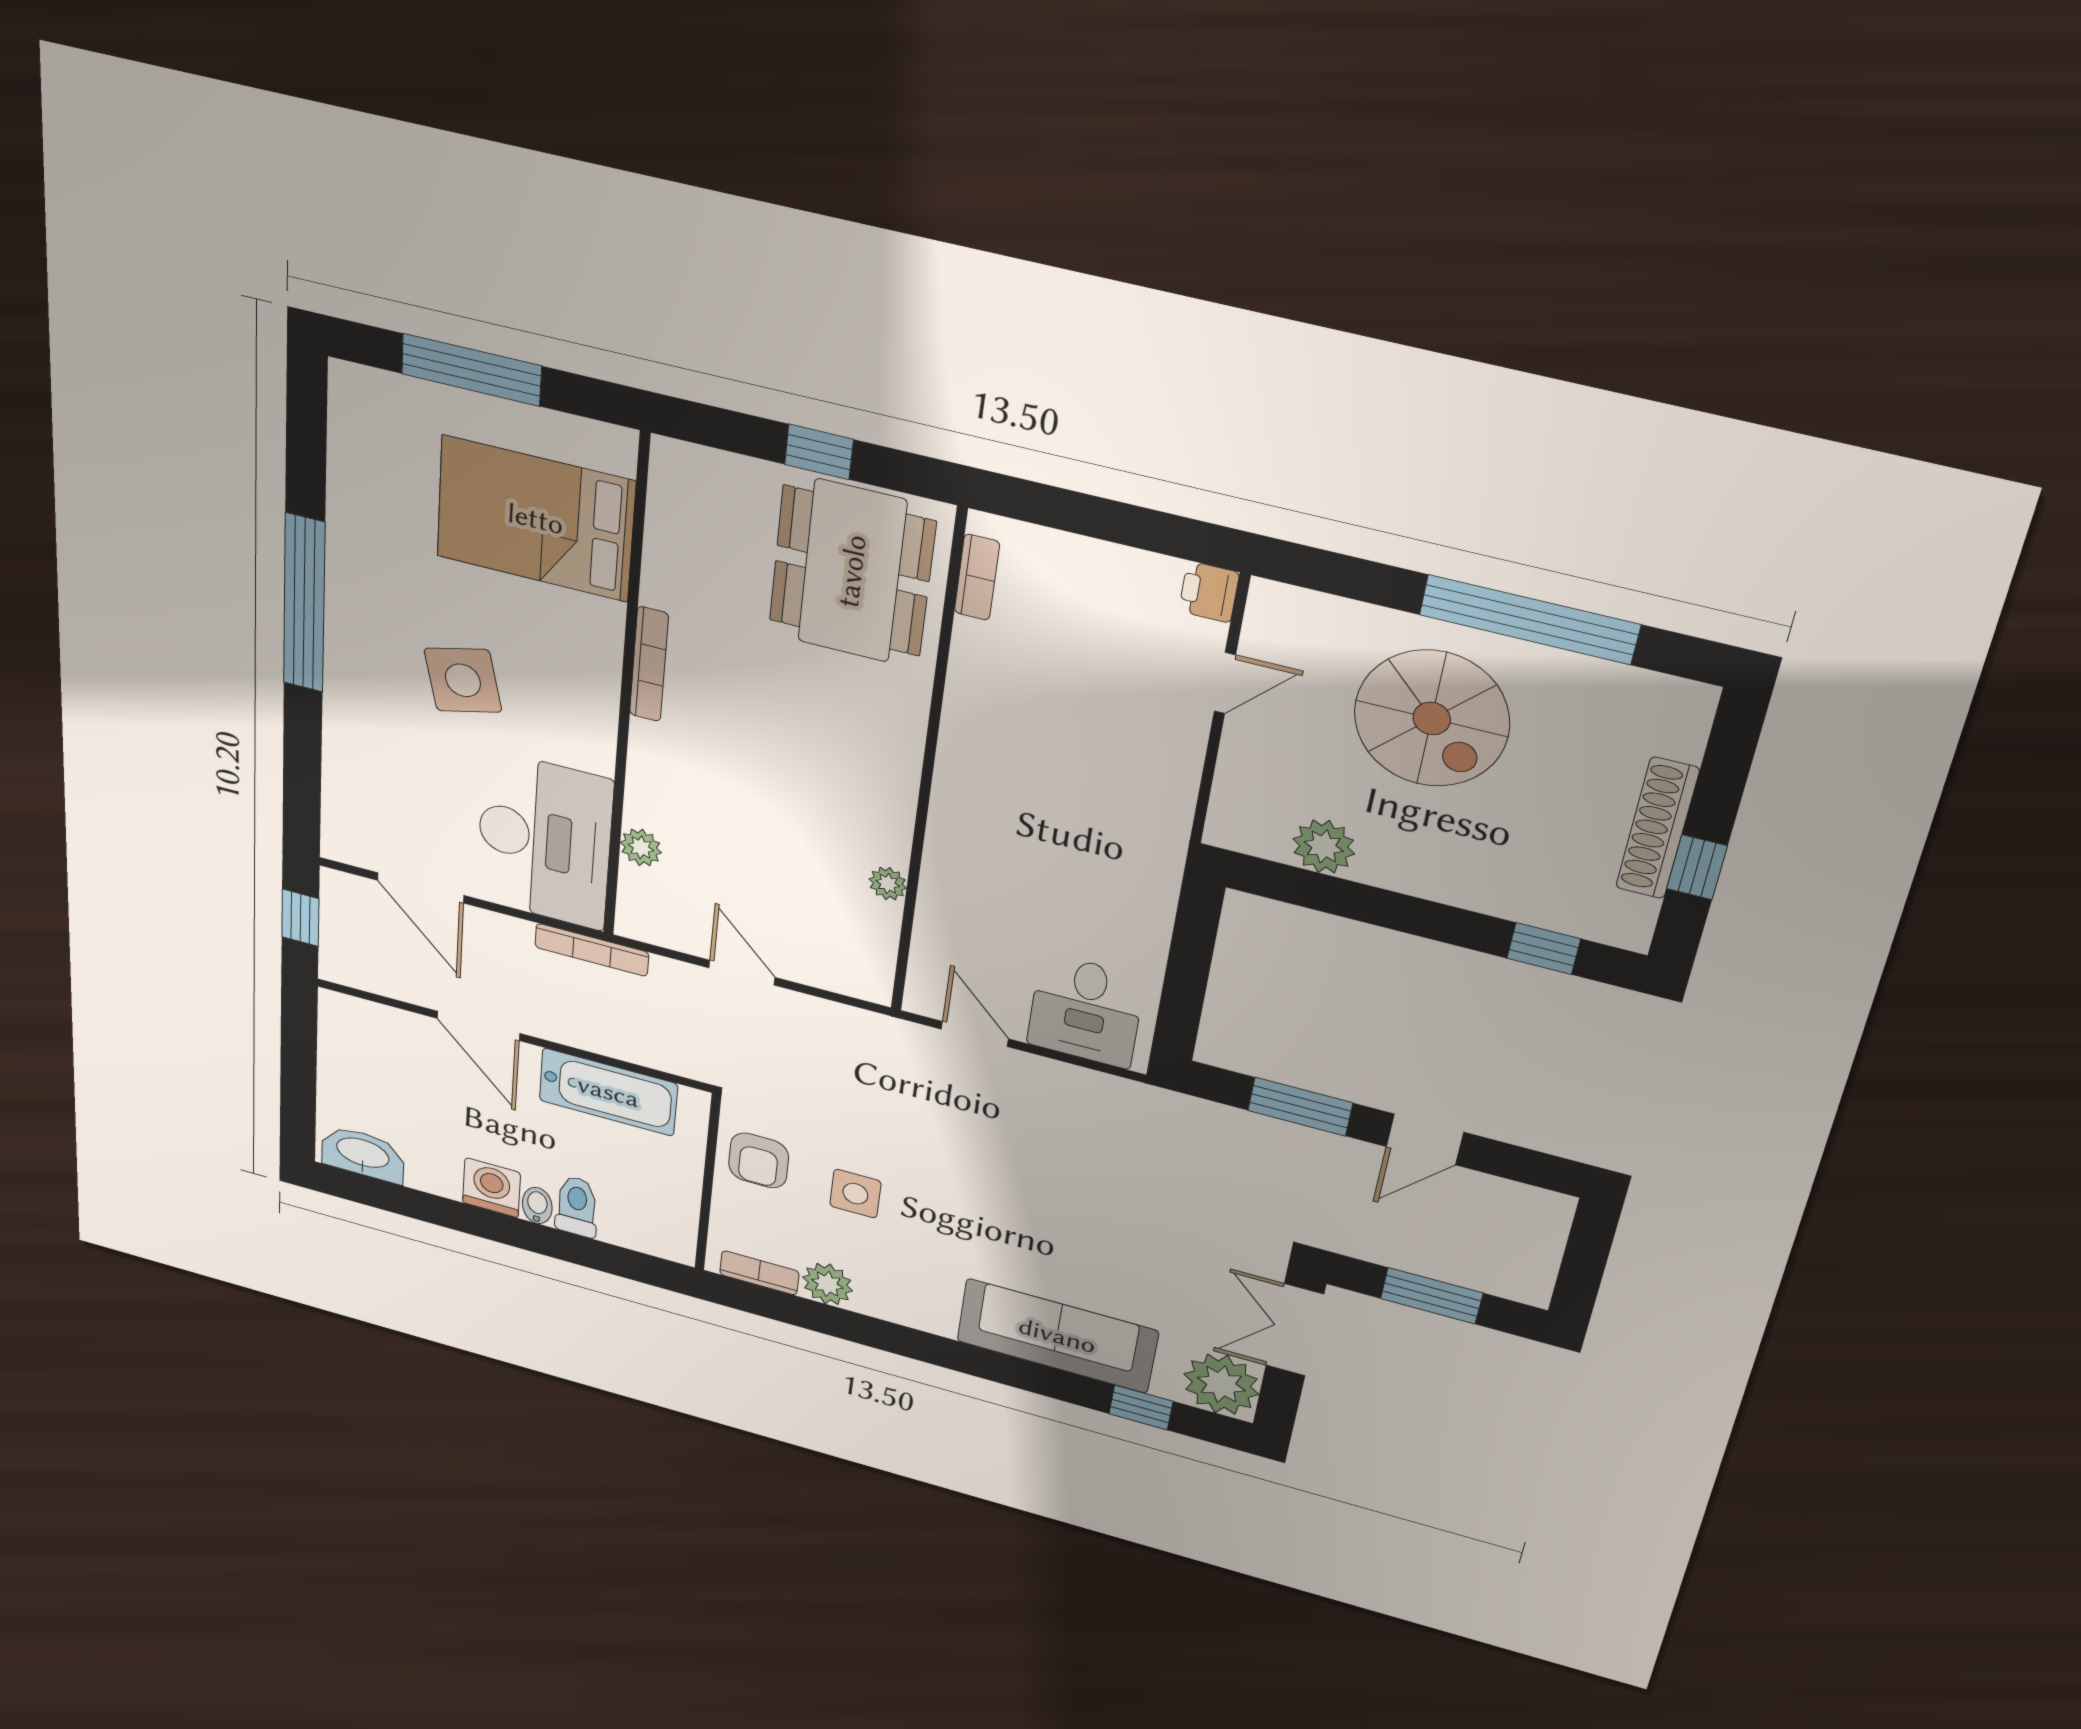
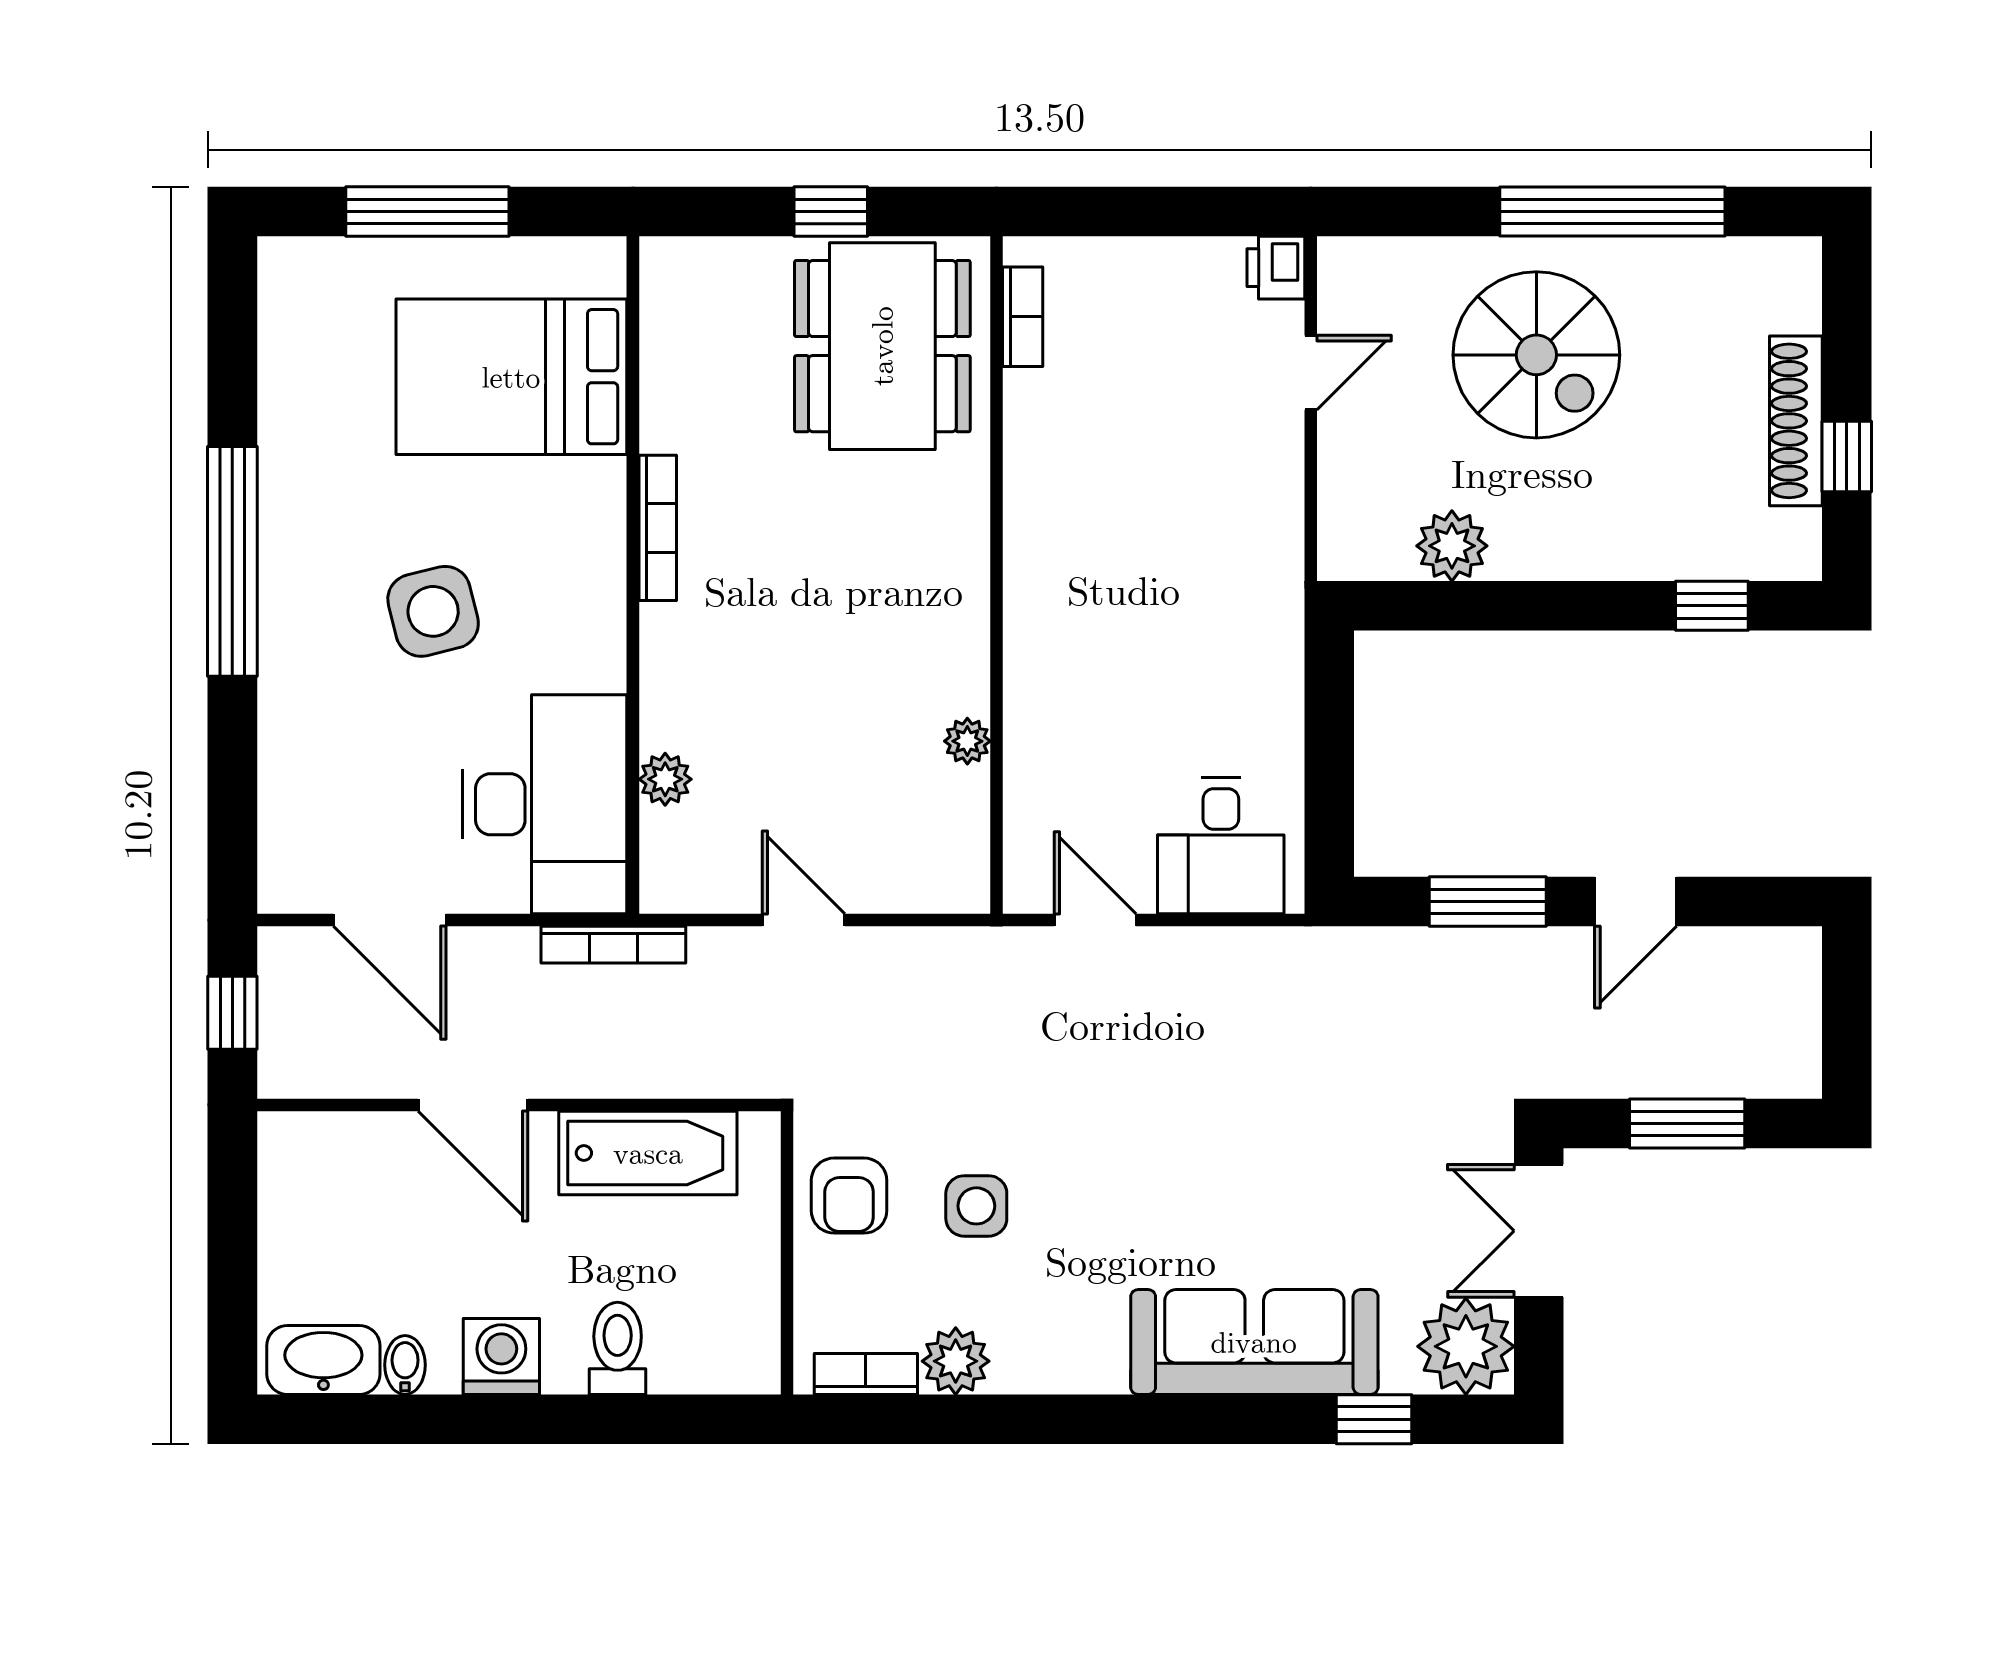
bidet: (537, 1205) -> (405, 1365), moved

